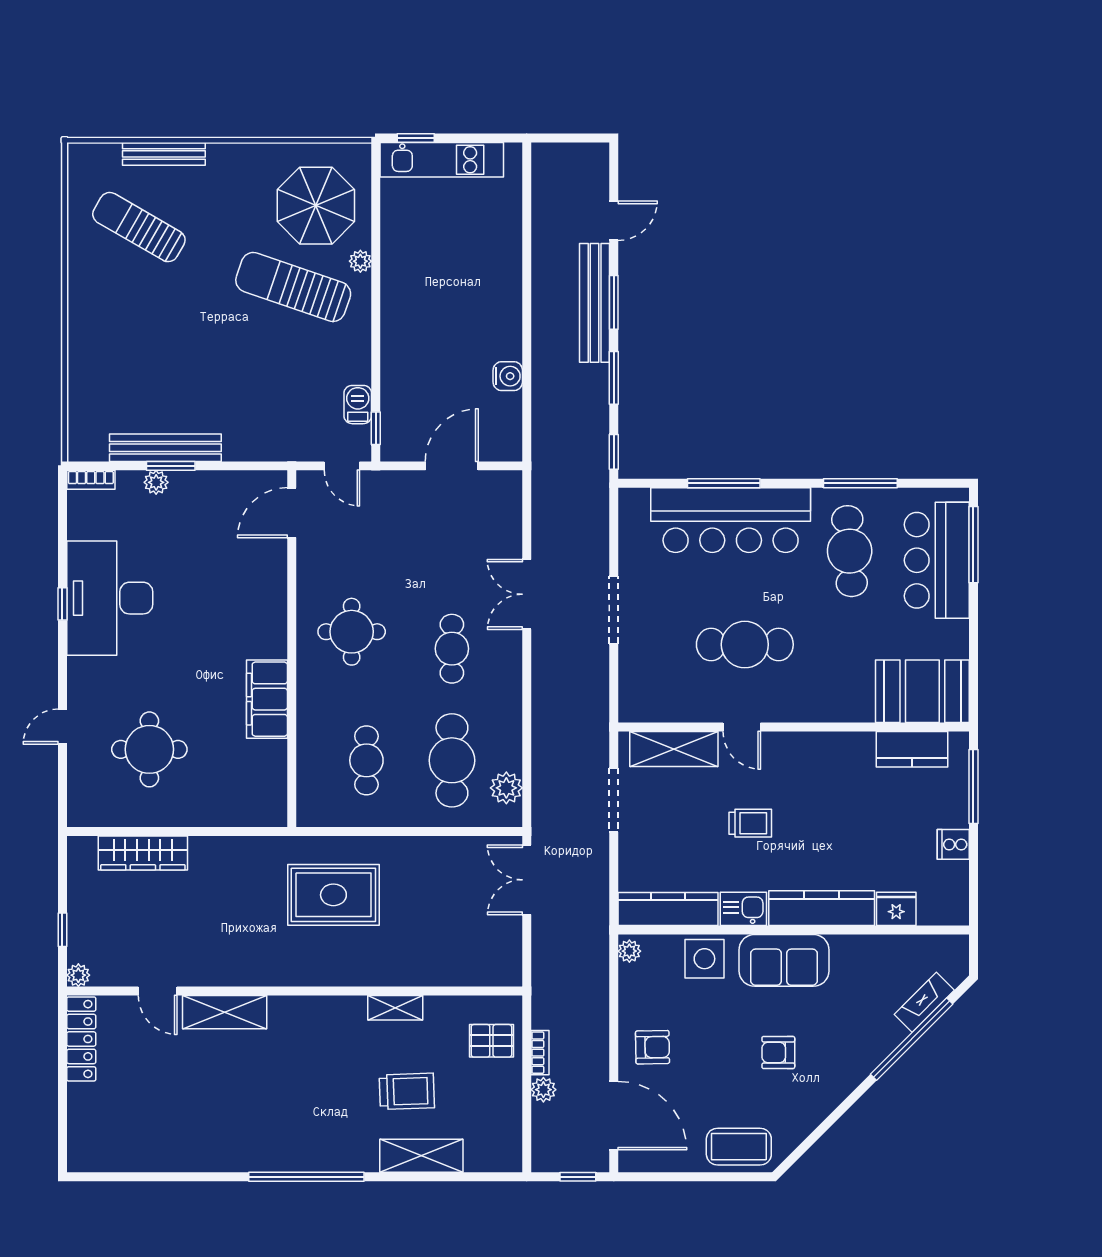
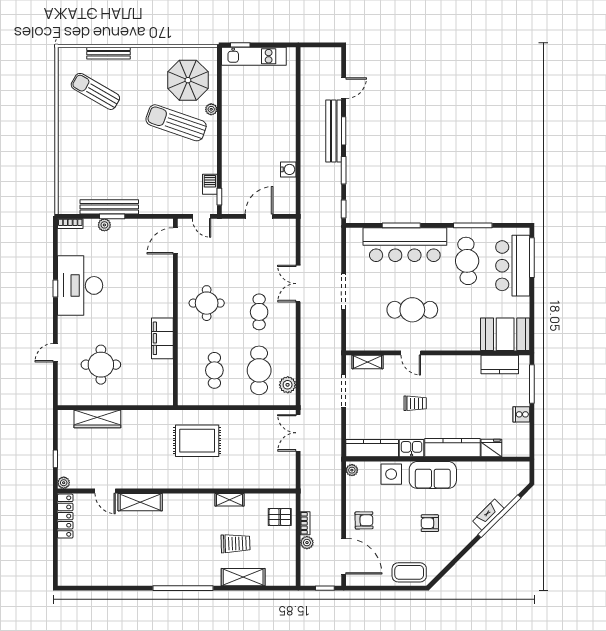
shelving: (674, 749) -> (368, 362), width x0.67, depth x0.75
fireplace: (924, 1002) -> (488, 515), moved

